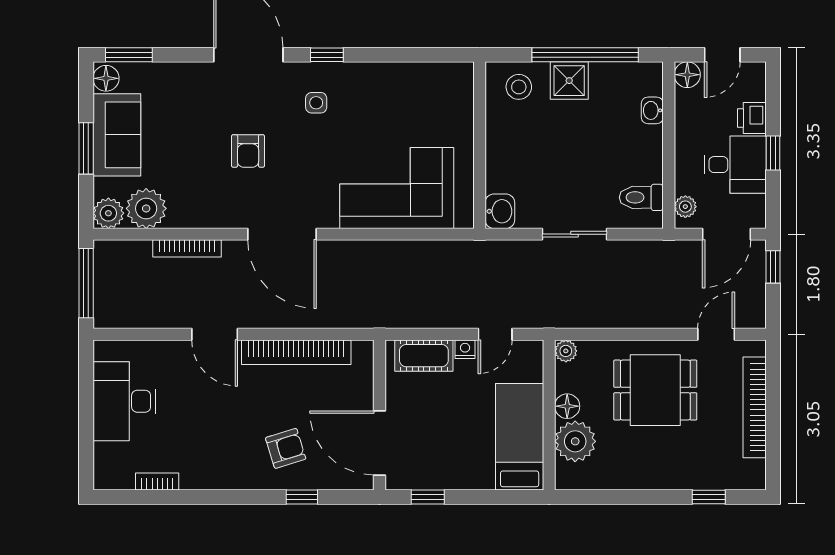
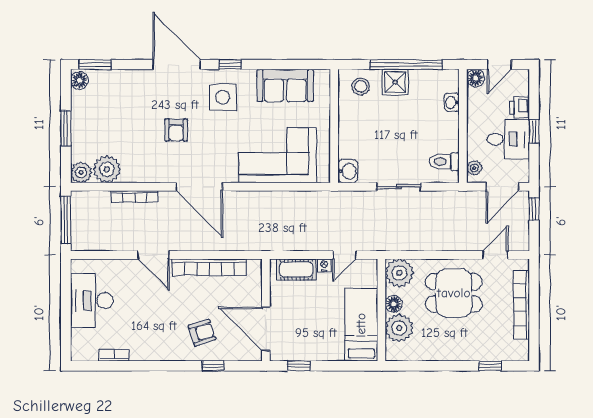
side table: (316, 103) -> (223, 97), width x1.87, depth x1.87
sofa: (117, 135) -> (285, 85), moved, turned 90
plant: (566, 351) -> (399, 273), width x1.87, depth x1.87

